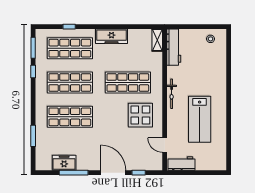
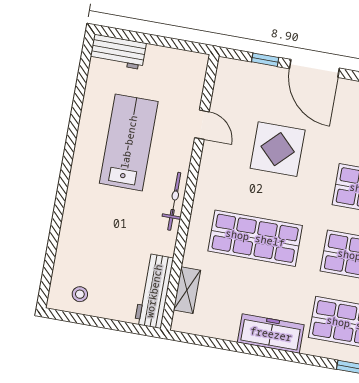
shelving: (157, 40) -> (187, 290), moved
display table: (140, 115) -> (278, 149), moved
door: (165, 145) -> (202, 125), moved
workbench: (181, 164) -> (118, 52), moved

